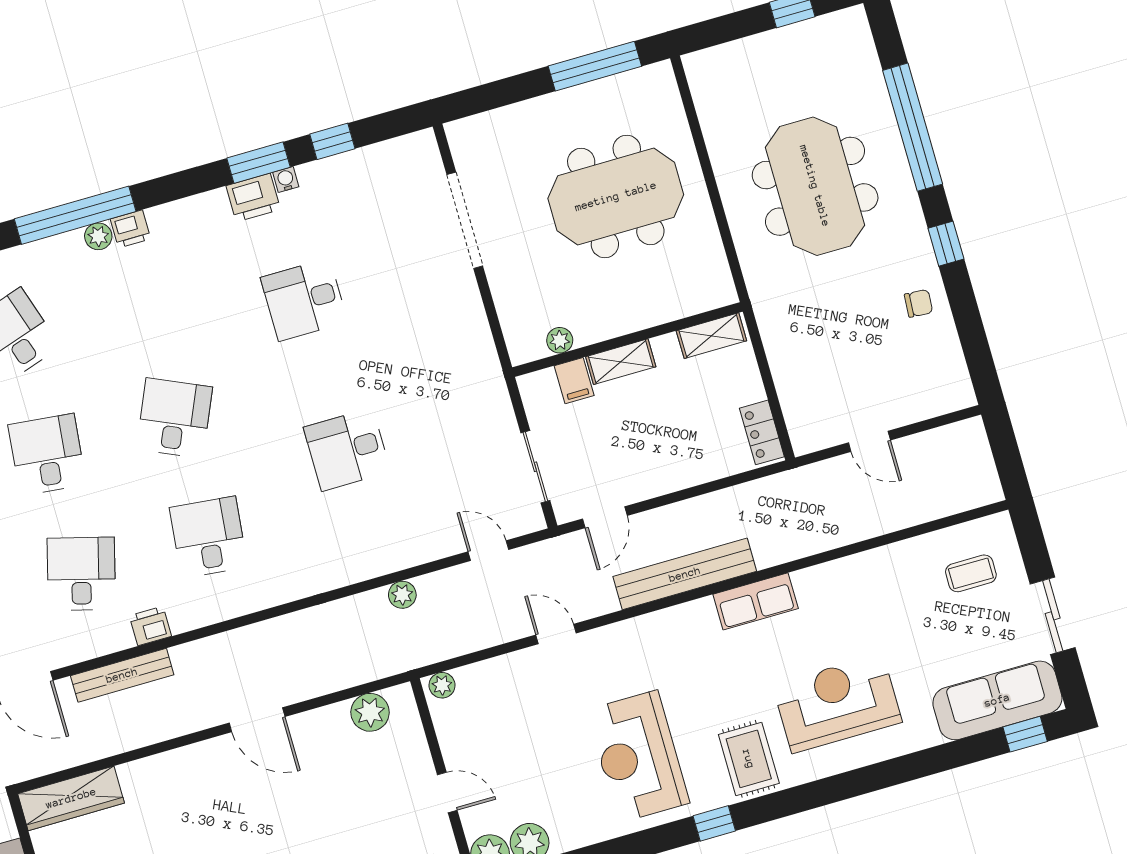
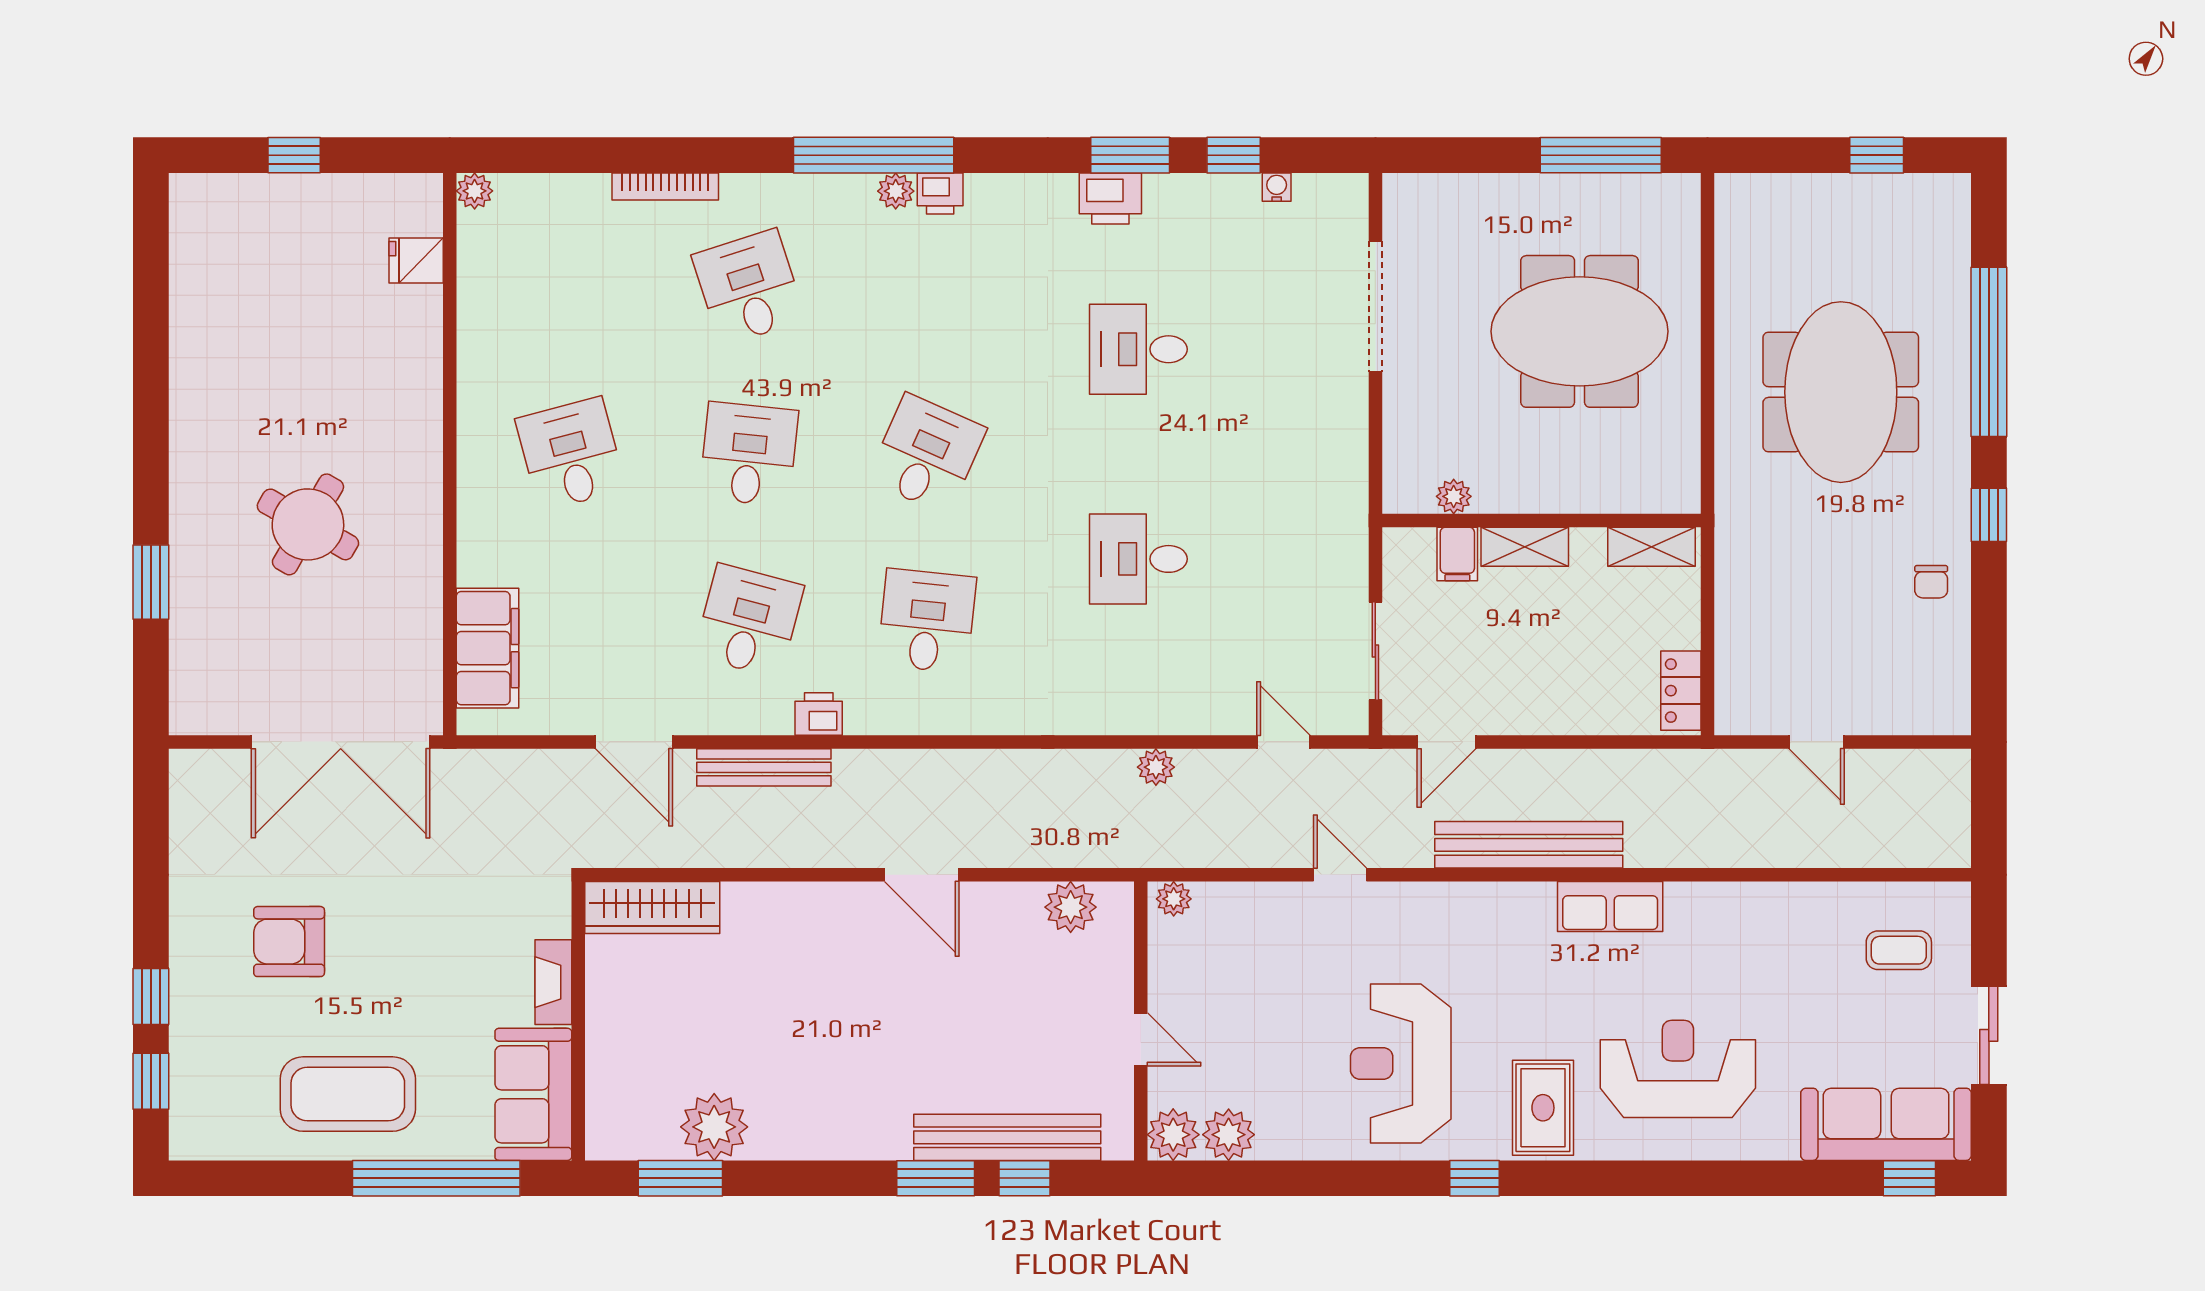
water cooler: (286, 179) -> (1277, 187), moved
chair: (919, 303) -> (1931, 582), turned 86

